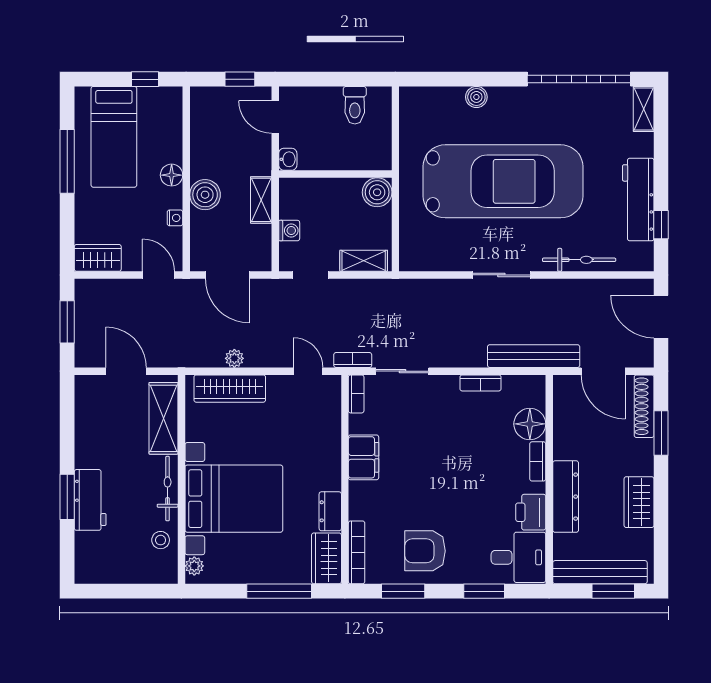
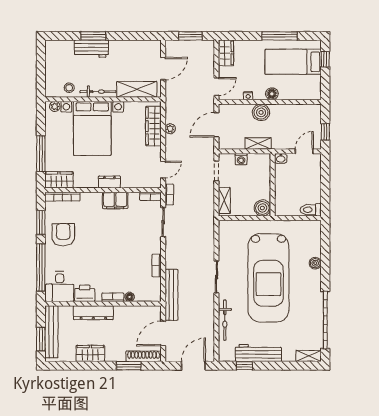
window: (145, 79) -> (325, 59), moved
toilet: (355, 105) -> (311, 210), moved
floor lamp: (530, 424) -> (130, 297), width x0.53, depth x0.53
dresser: (330, 511) -> (110, 182), moved
window: (484, 591) -> (41, 267), width x2.11

